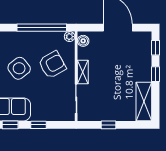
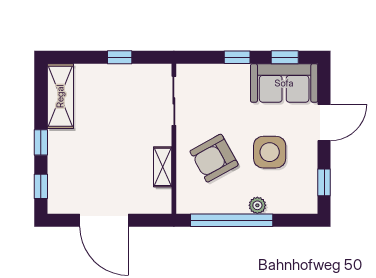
plant: (70, 37) -> (257, 205), moved
boiler: (83, 41) -> (162, 198), removed
side table: (19, 68) -> (270, 152), turned 38
shelving: (83, 72) -> (163, 167), moved

